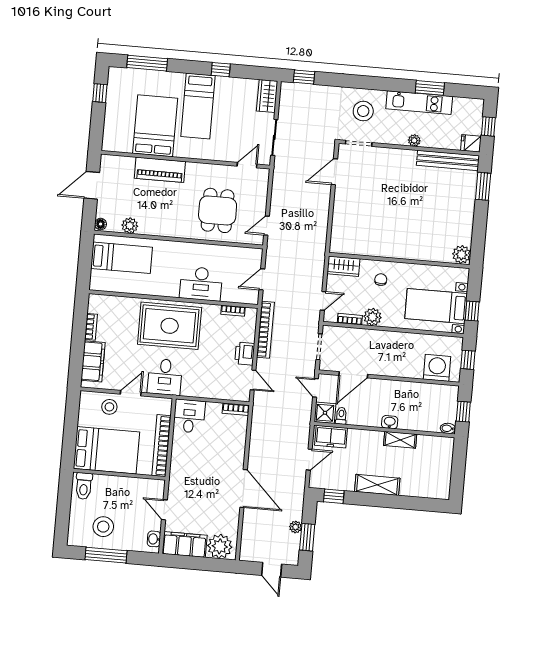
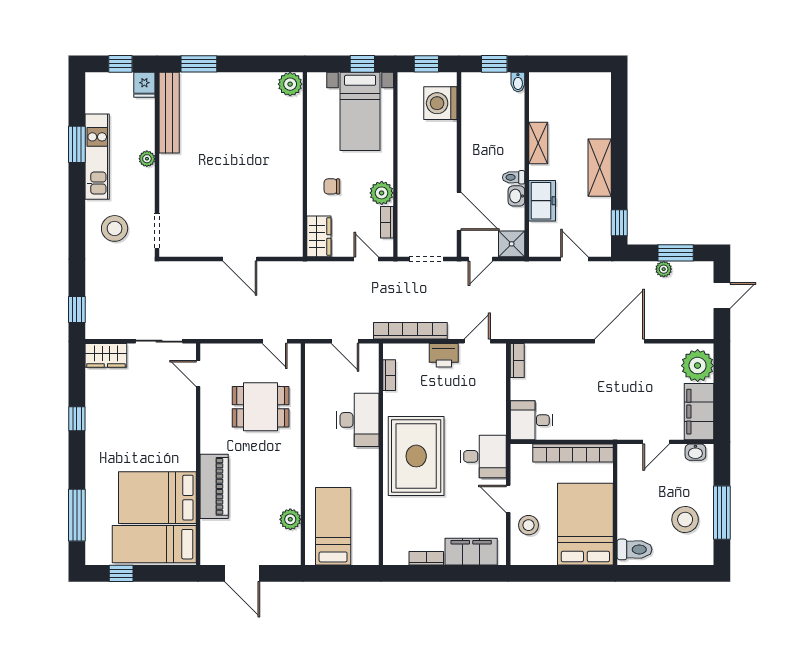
bed: (198, 106) -> (154, 544), moved, turned 180
door: (334, 172) -> (240, 259), moved
floor lamp: (101, 224) -> (292, 557), removed
toilet: (341, 416) -> (514, 177), moved
washbasin: (390, 422) -> (516, 196), moved
freezer: (331, 437) -> (542, 201), moved

